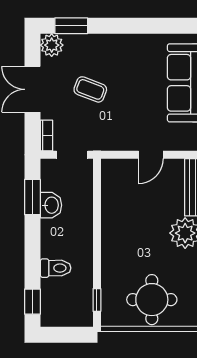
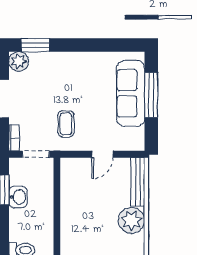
coffee table: (90, 89) -> (66, 124), moved, turned 69

